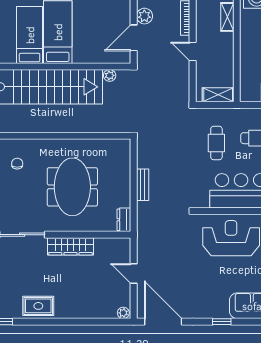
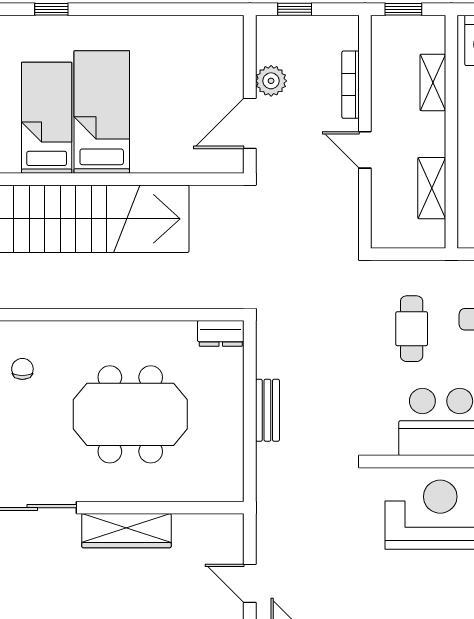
plant: (110, 75) -> (203, 197), removed
shelving: (218, 95) -> (432, 188), moved, turned 90
meeting table: (72, 187) -> (130, 414), turned 90
dresser: (124, 220) -> (221, 333), moved, turned -90

